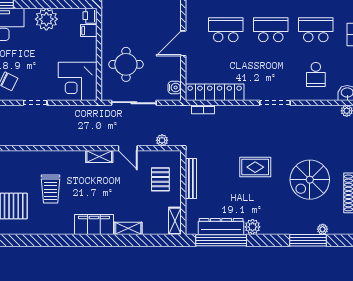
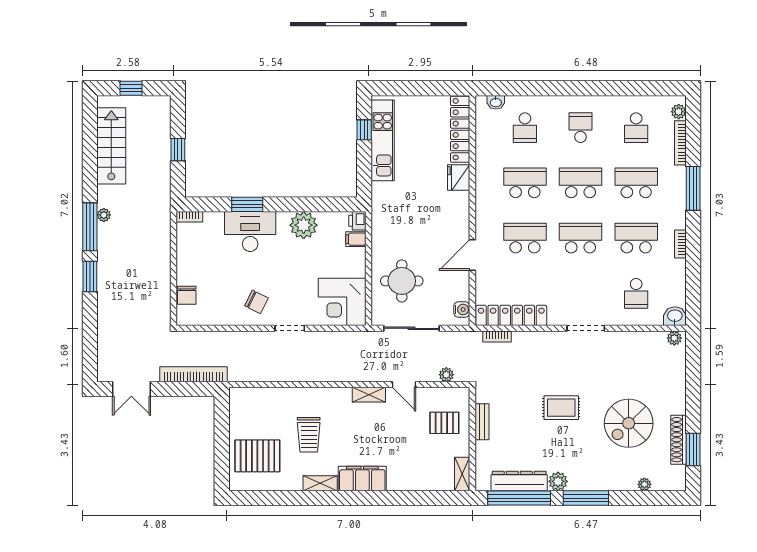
bench: (191, 178) -> (482, 422), width x0.73
pallet: (160, 179) -> (444, 423), turned 90
shelving: (128, 228) -> (320, 483), moved
window: (308, 240) -> (586, 498), moved

